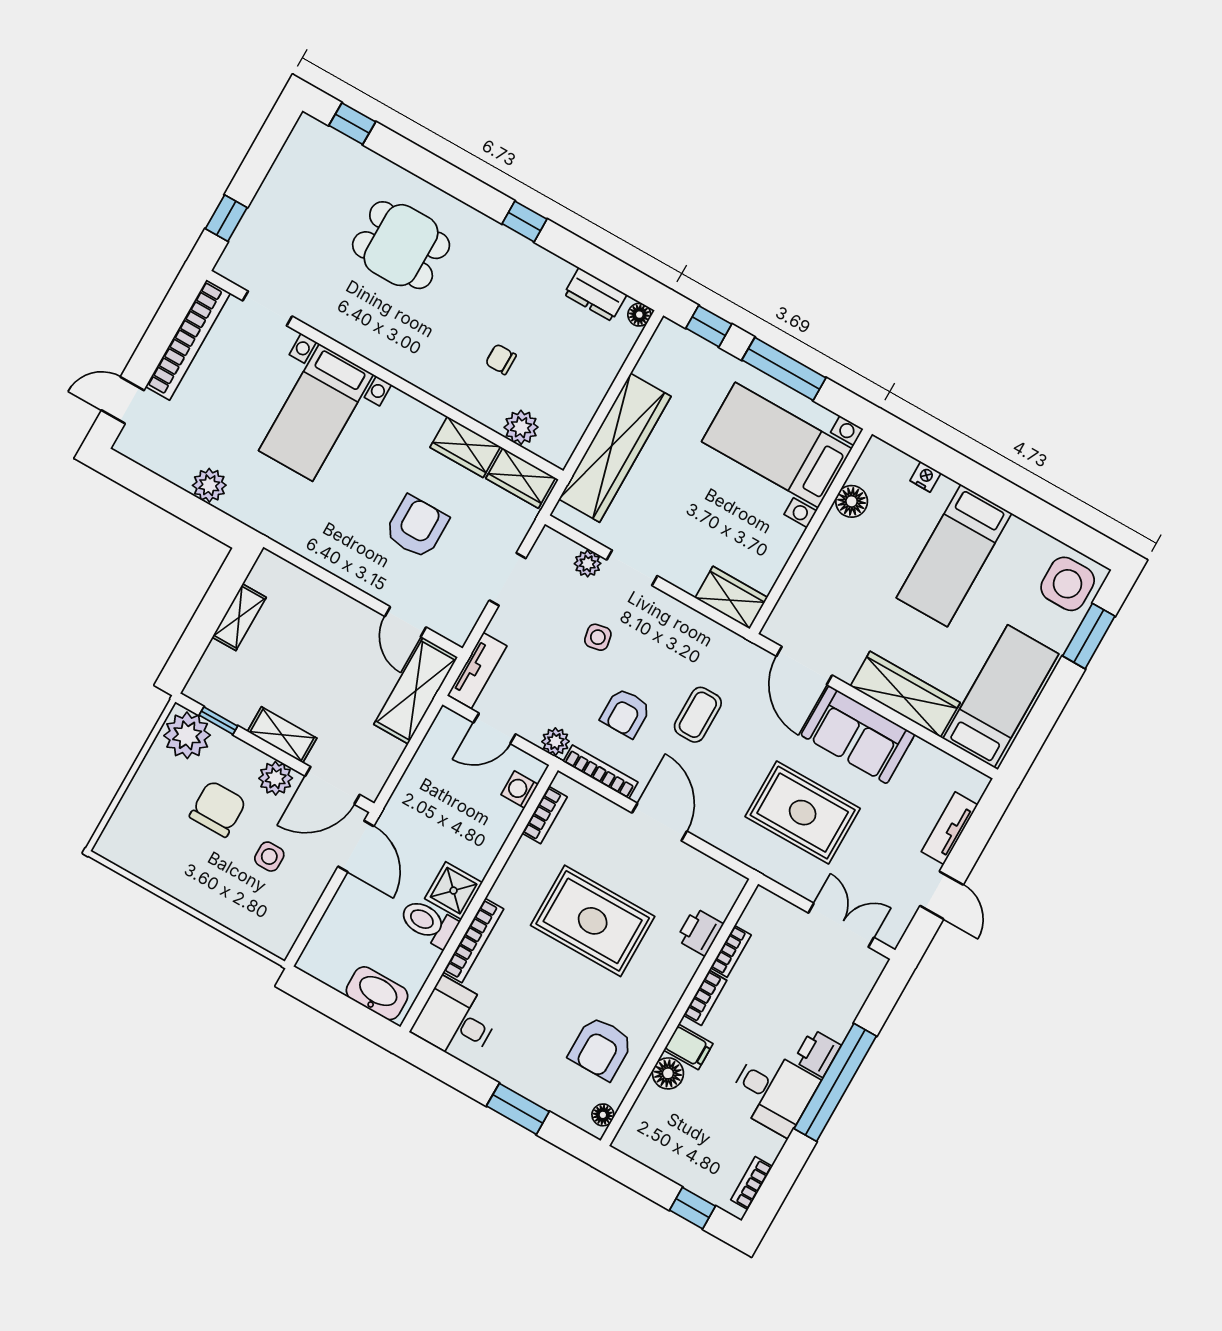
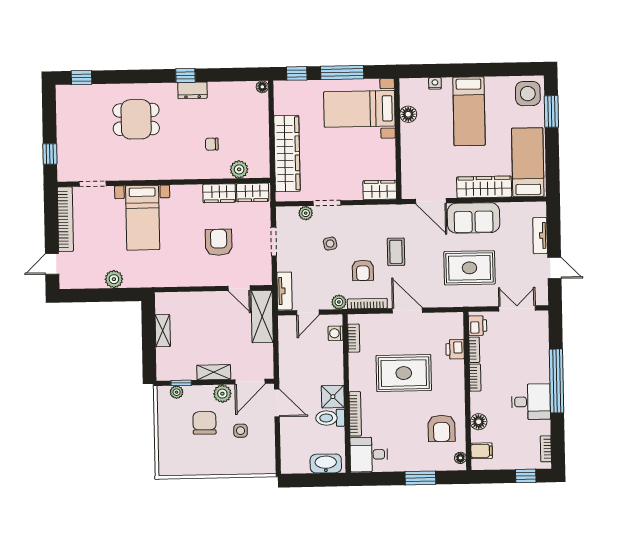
dresser: (595, 294) -> (192, 90), moved
plant: (187, 735) -> (177, 392), width x0.53, depth x0.53
filing cabinet: (688, 1047) -> (482, 451), moved
printer: (817, 1053) -> (478, 326), moved, turned 180

